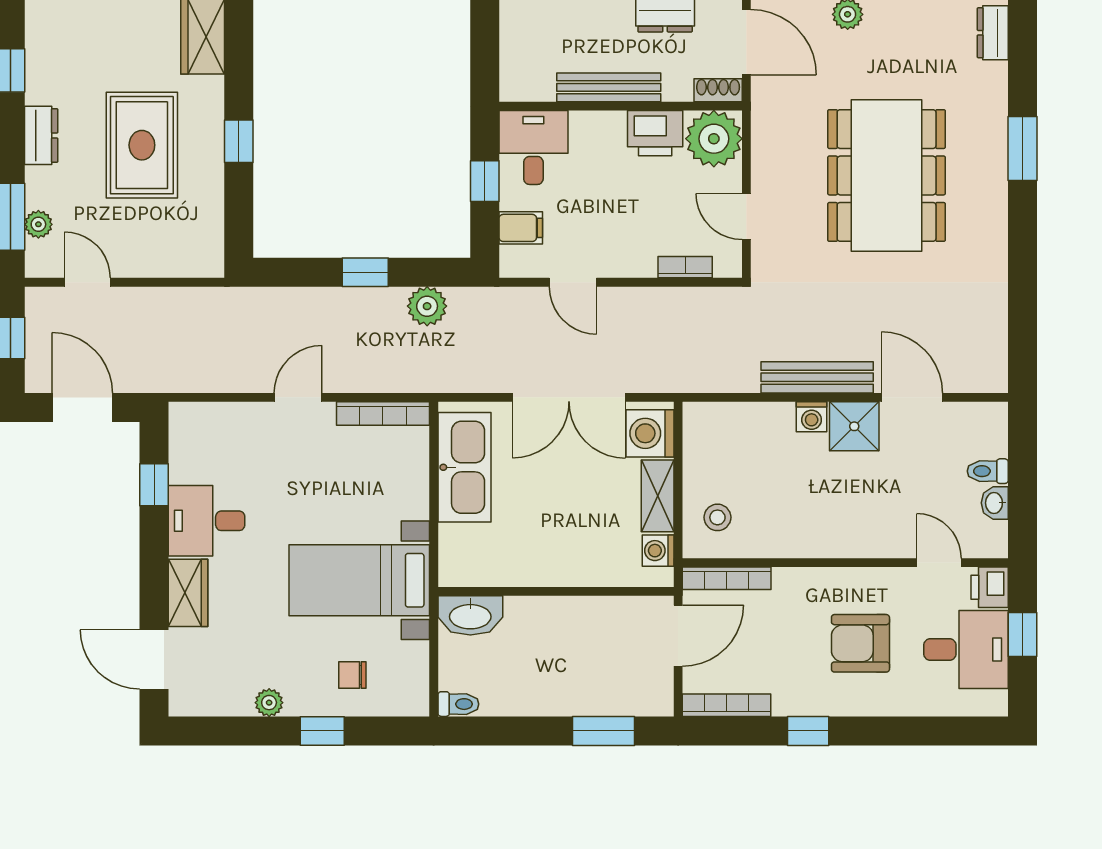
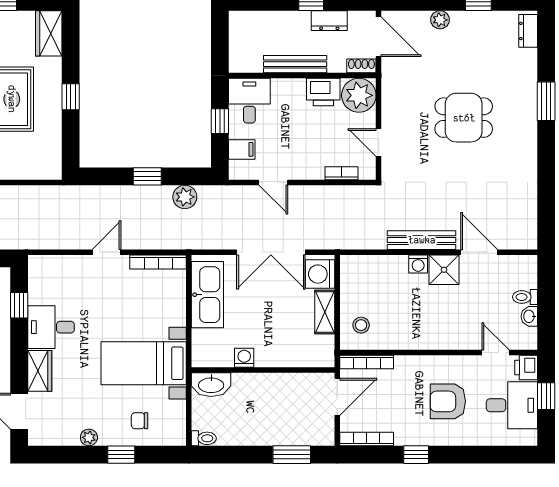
dining table: (887, 175) -> (464, 118), width x0.53, depth x0.80
washing machine: (658, 551) -> (244, 358), moved, turned 90

